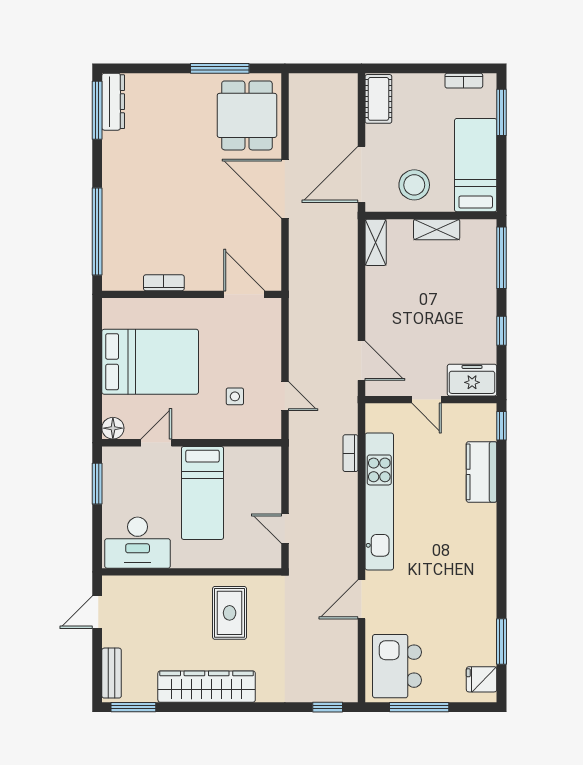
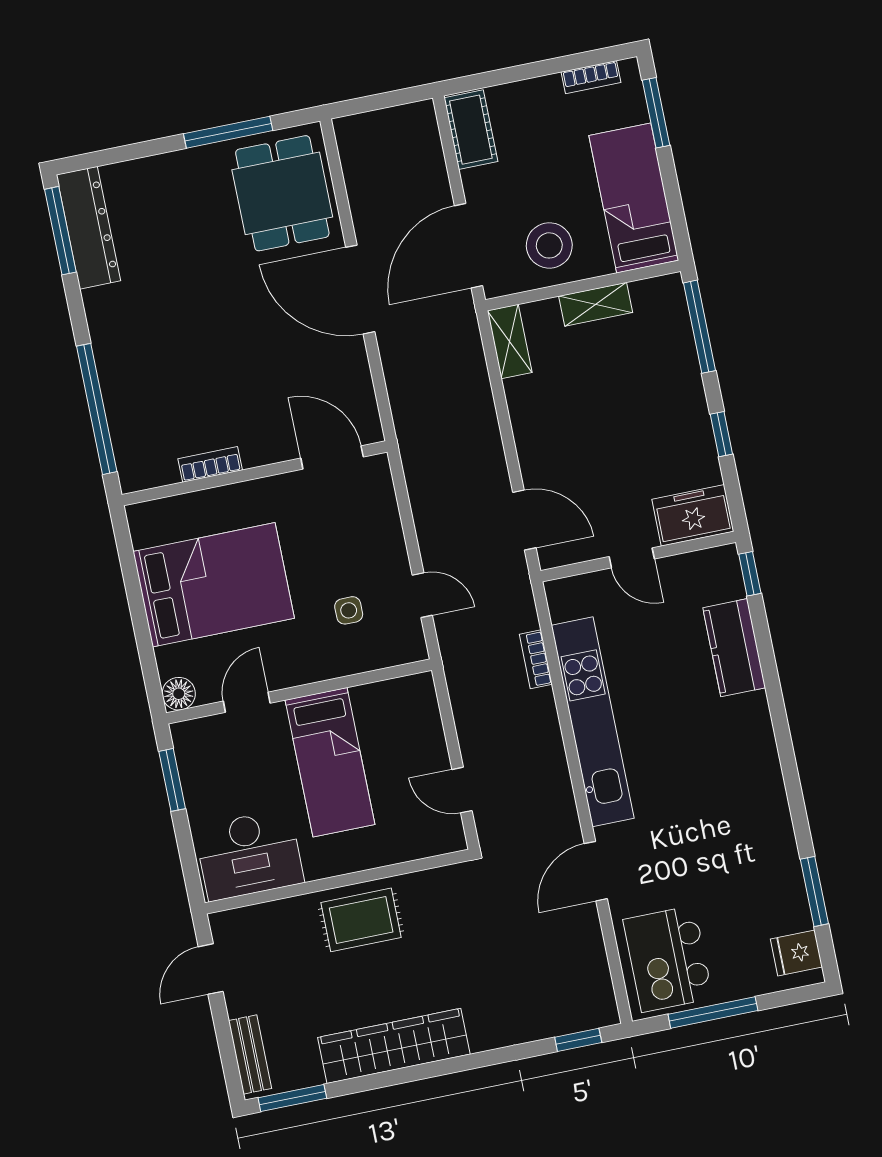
dresser: (113, 102) -> (88, 228), width x1.37, depth x1.24
rug: (230, 613) -> (361, 920), moved, turned 90

